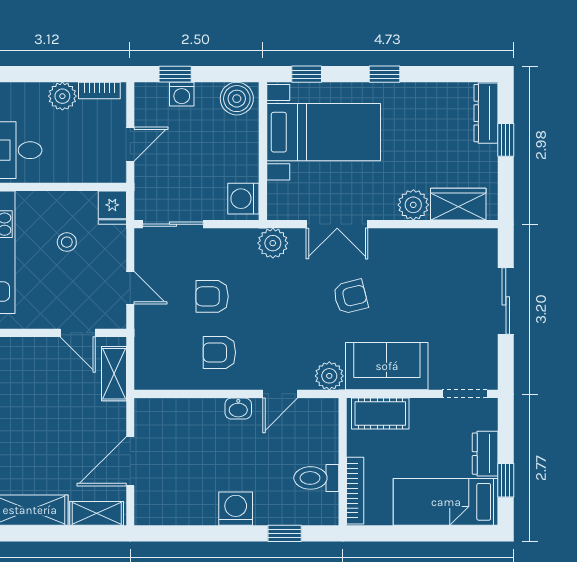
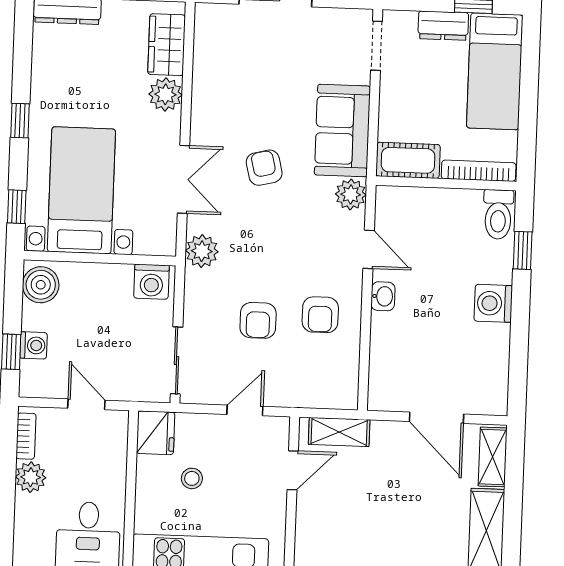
fridge: (112, 208) -> (156, 433), width x1.38
cot: (380, 413) -> (408, 160), moved, turned 90
toilet: (316, 478) -> (498, 214), moved

